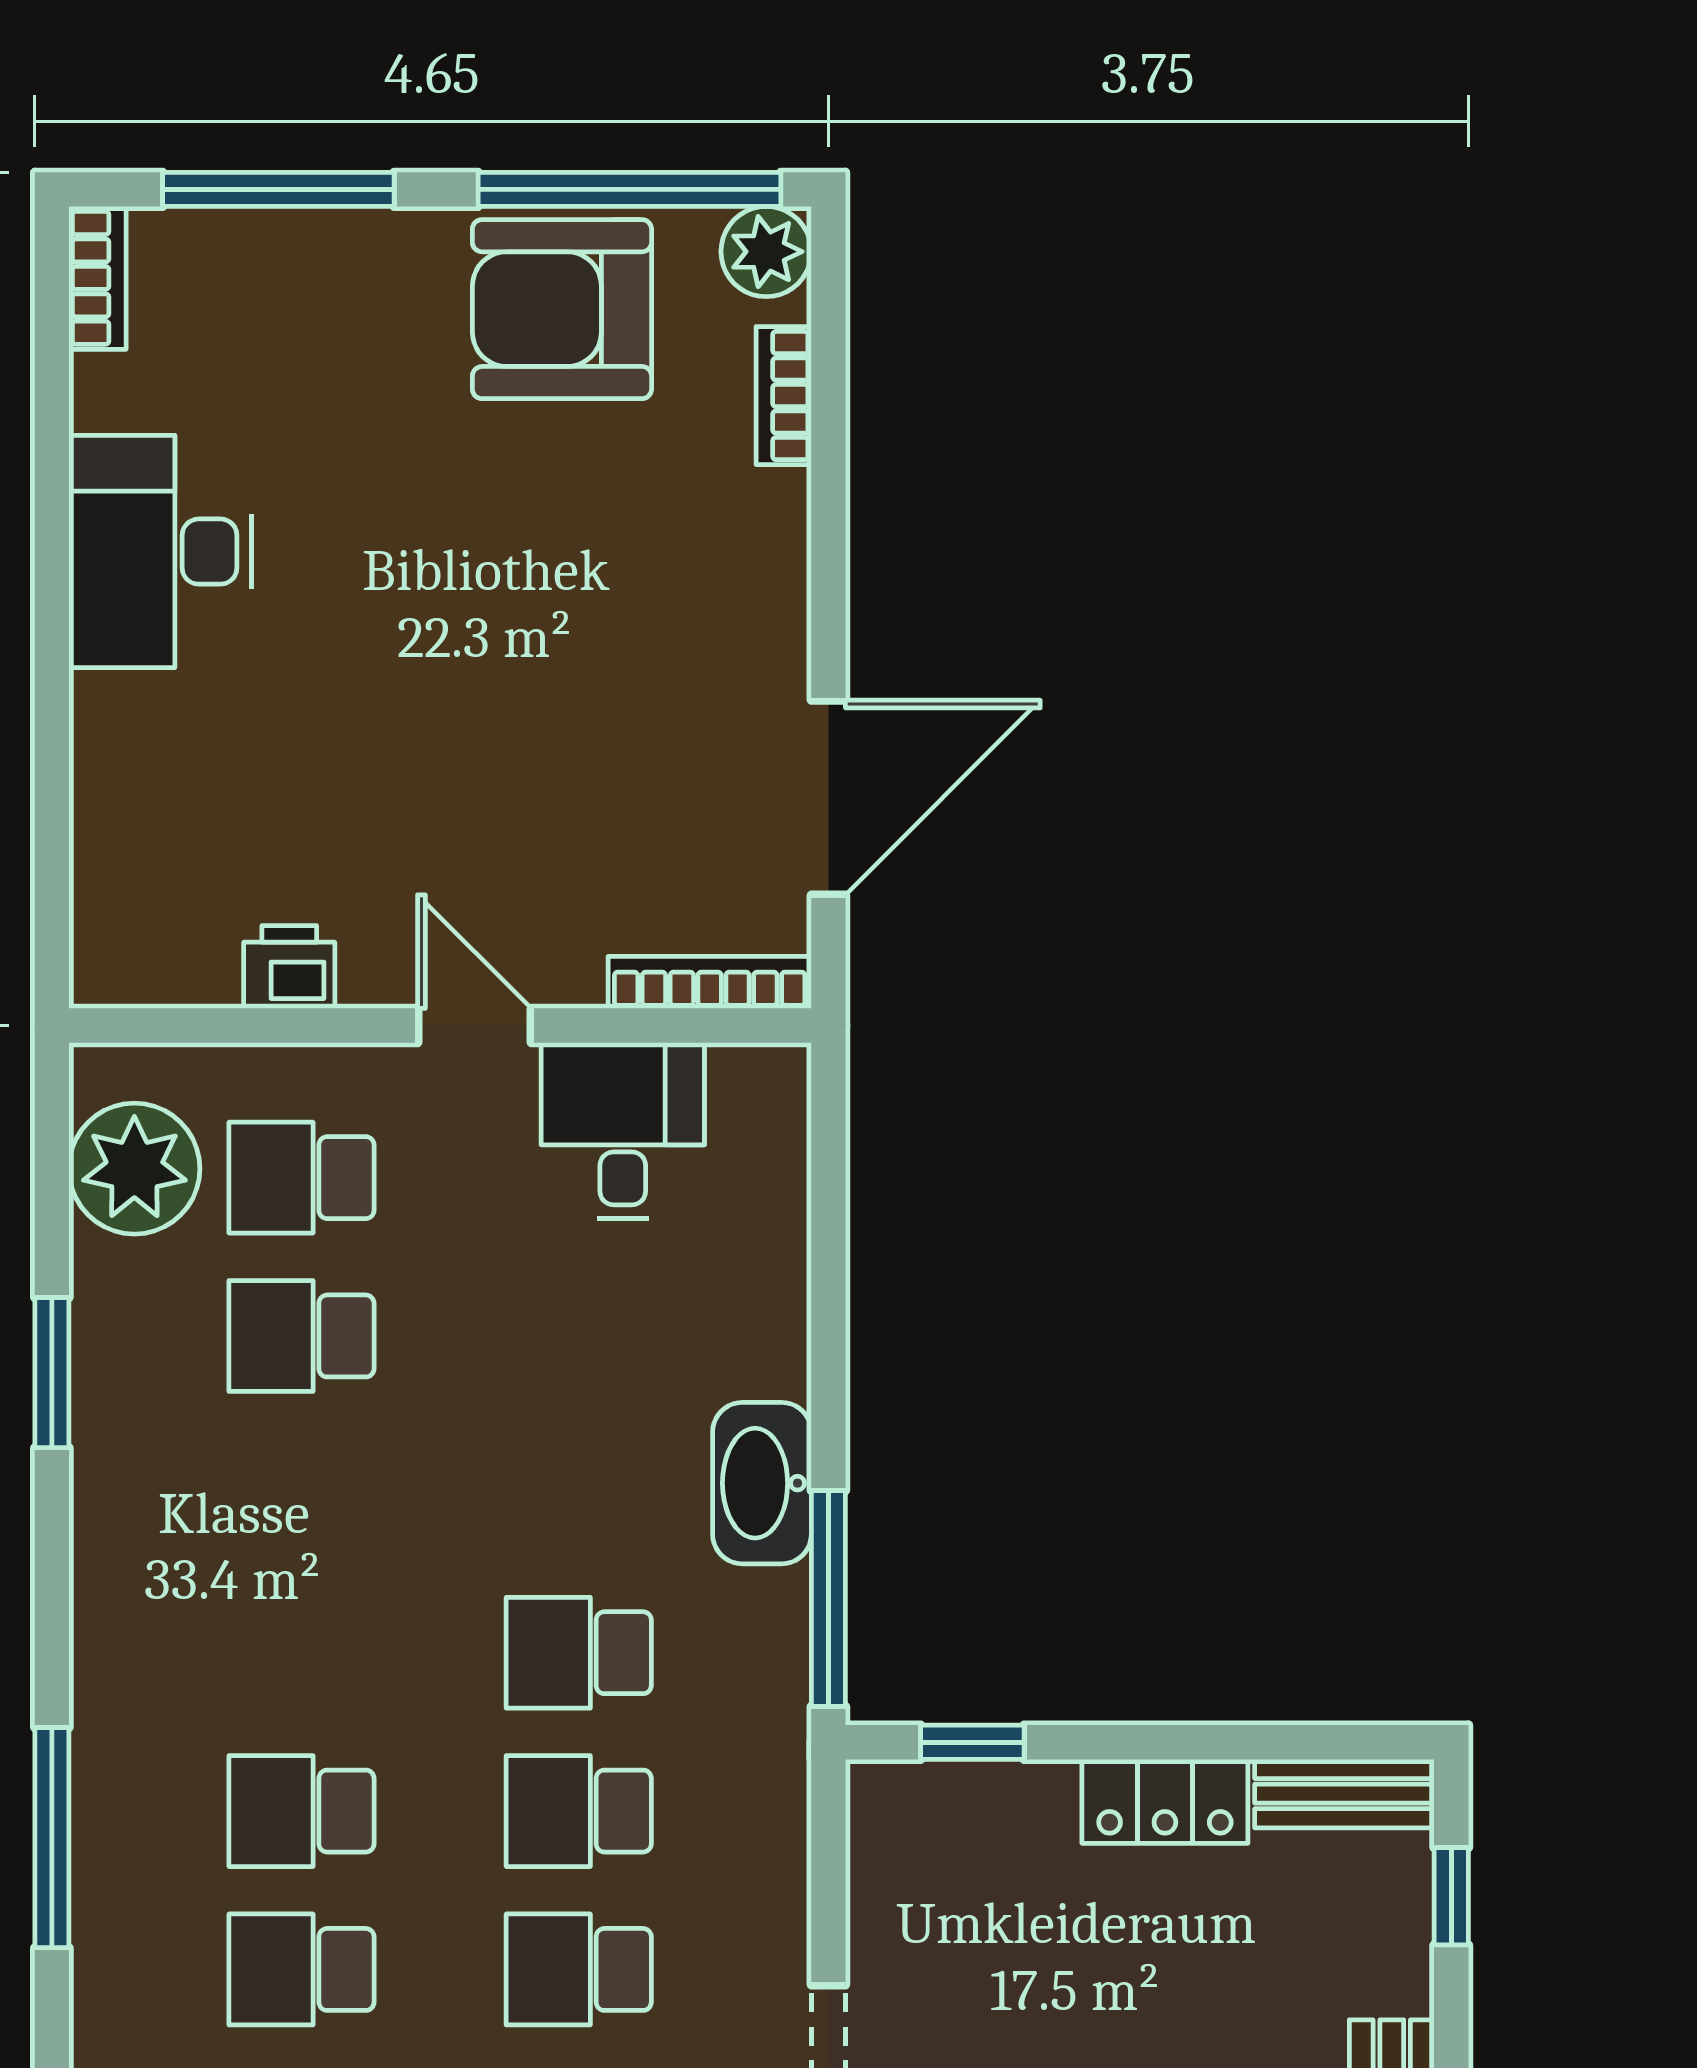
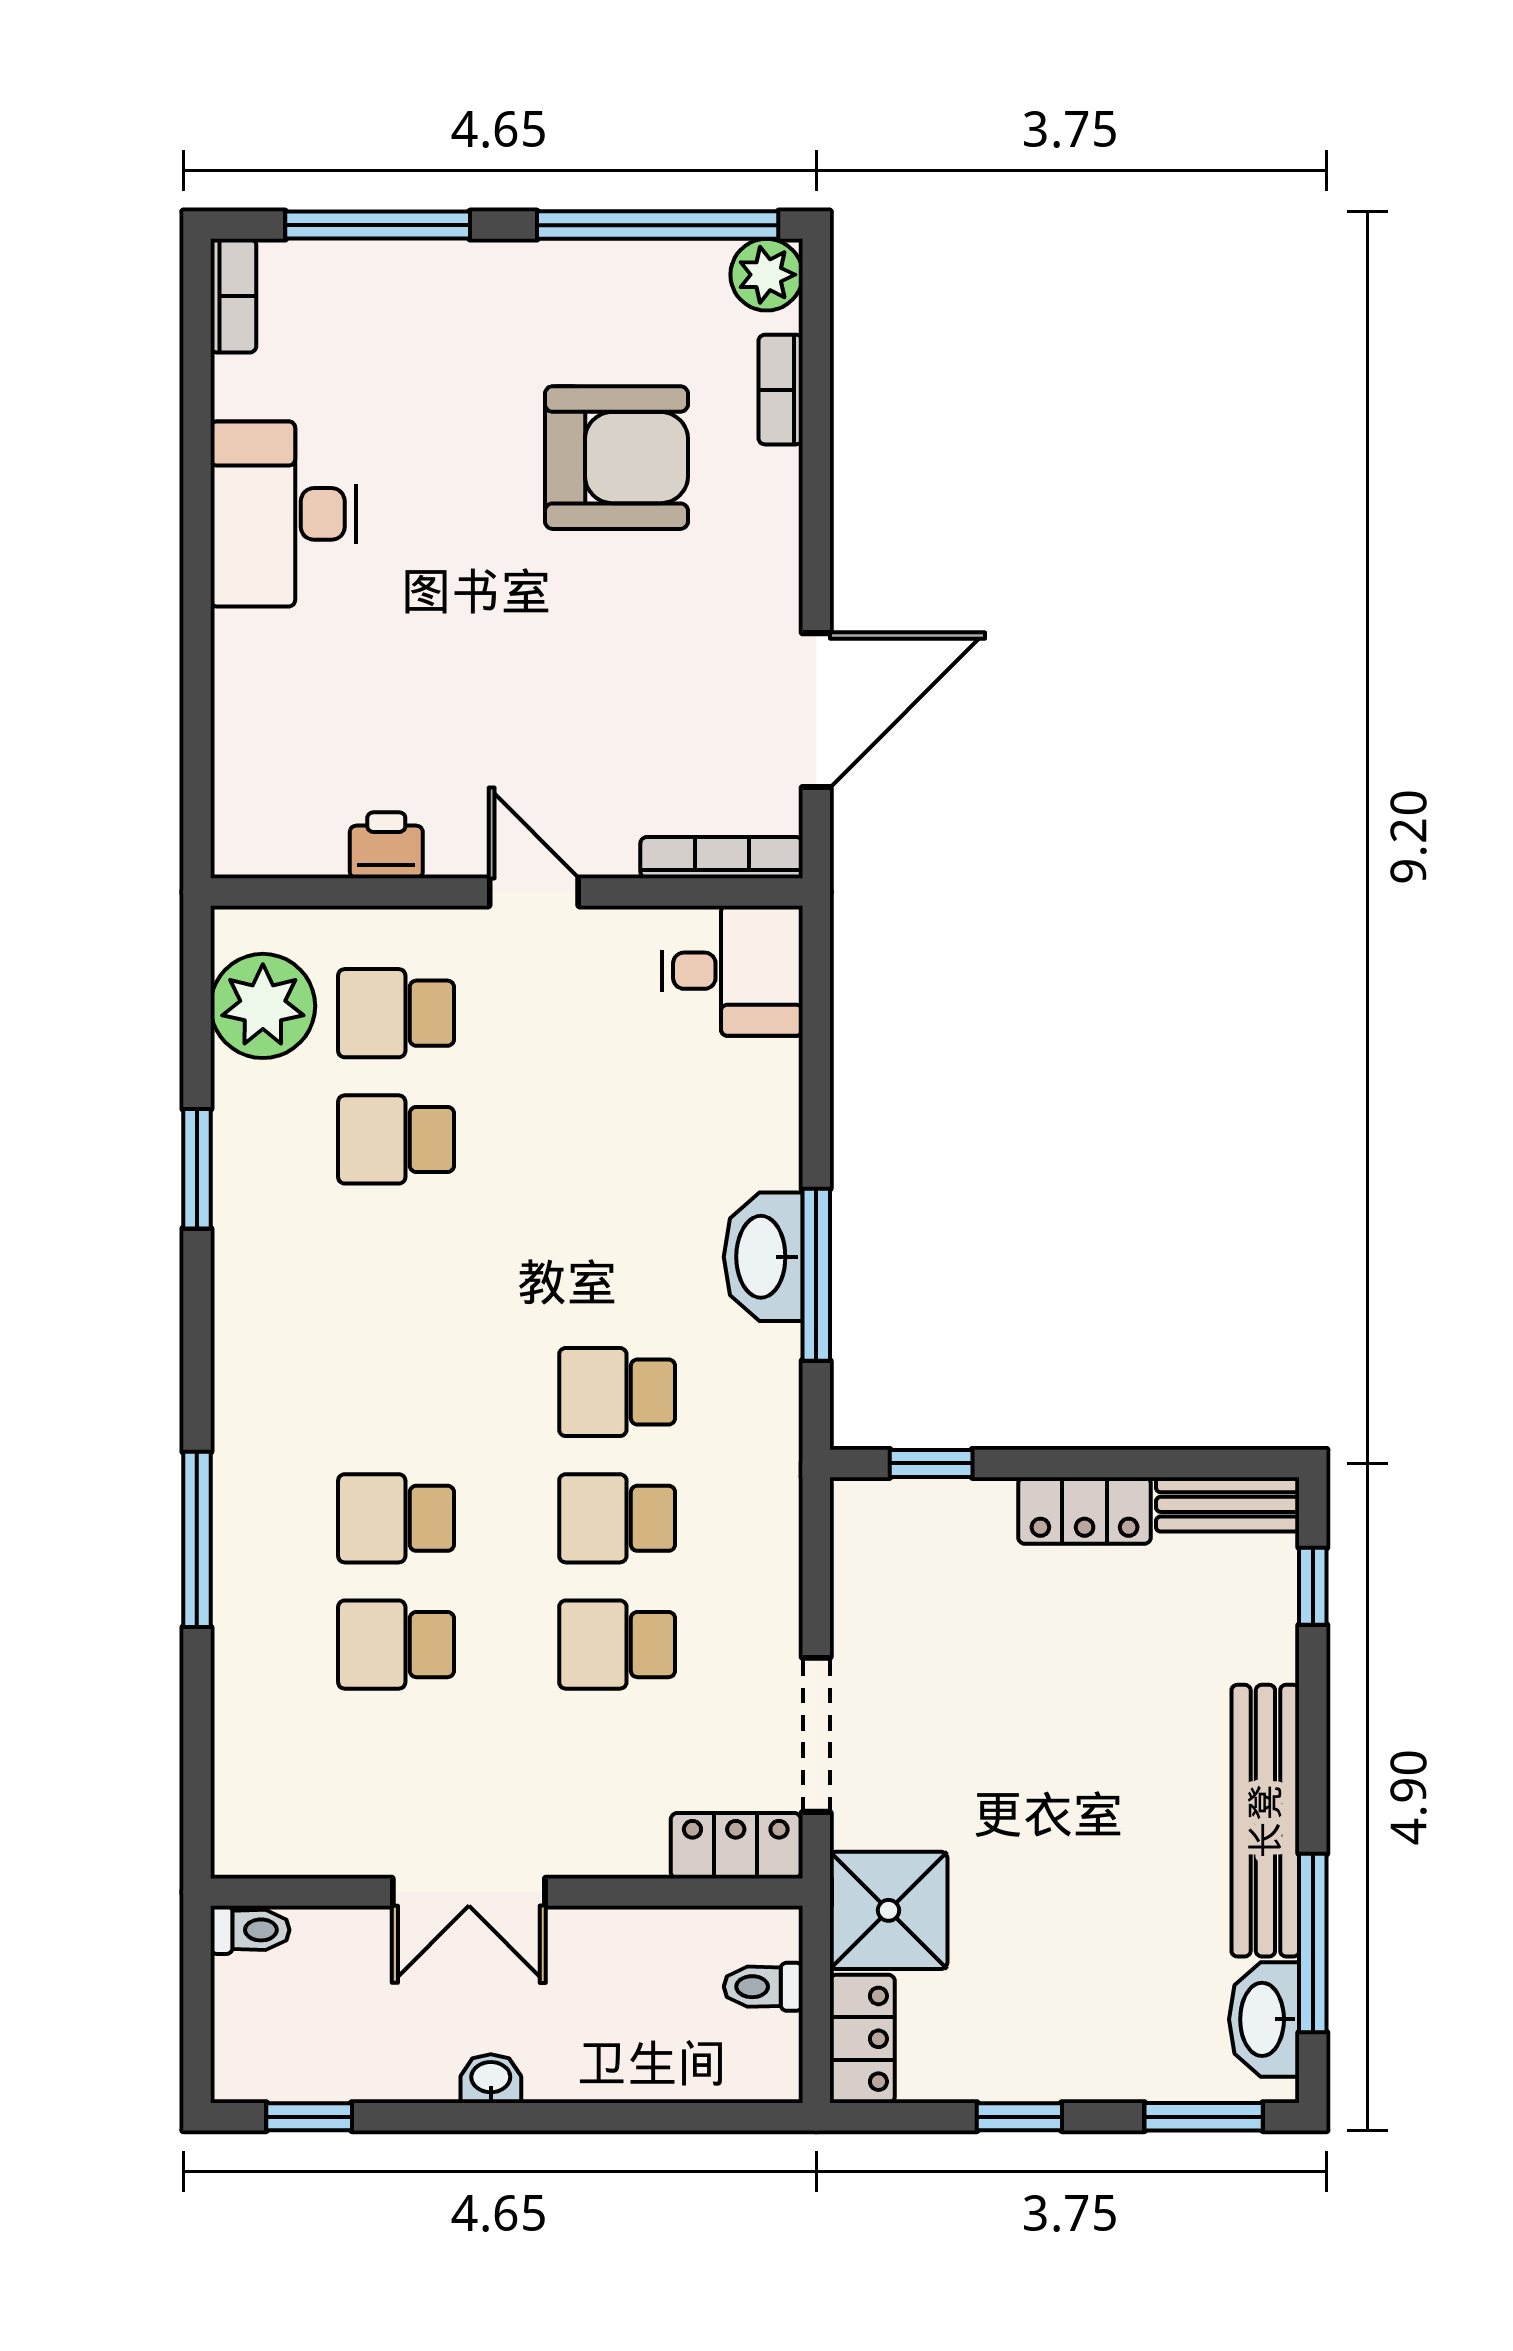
armchair: (562, 309) -> (616, 458), moved, turned 180
desk: (623, 1131) -> (732, 971), moved, turned 90
window: (828, 1598) -> (816, 1275), moved

